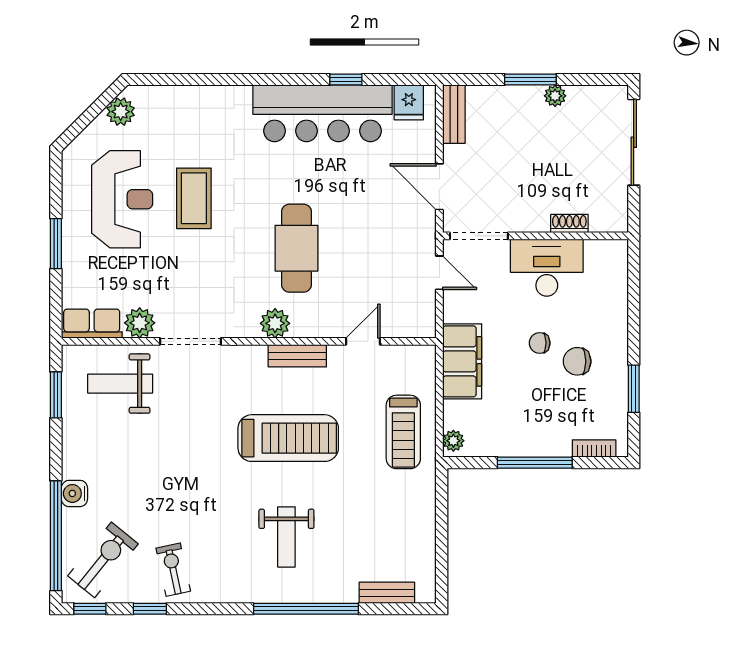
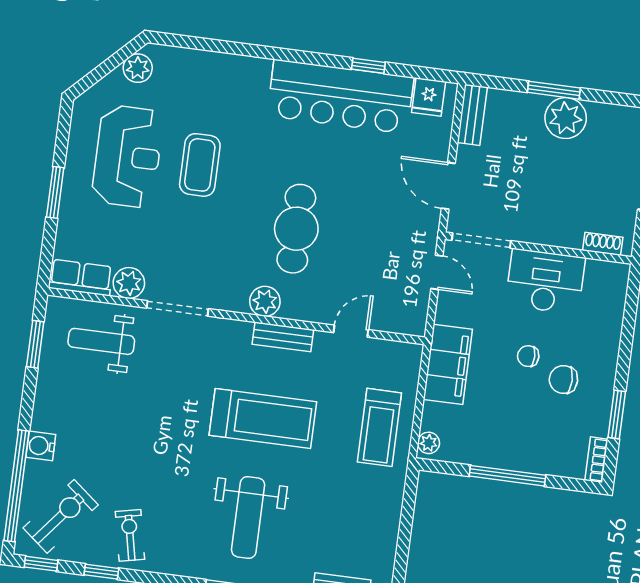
plant: (555, 96) -> (566, 118), width x1.87, depth x1.87
shoe rack: (569, 224) -> (603, 244), moved
bookcase: (594, 449) -> (596, 460), moved, turned -90
weight bench: (286, 537) -> (248, 518), width x1.36, depth x1.33

